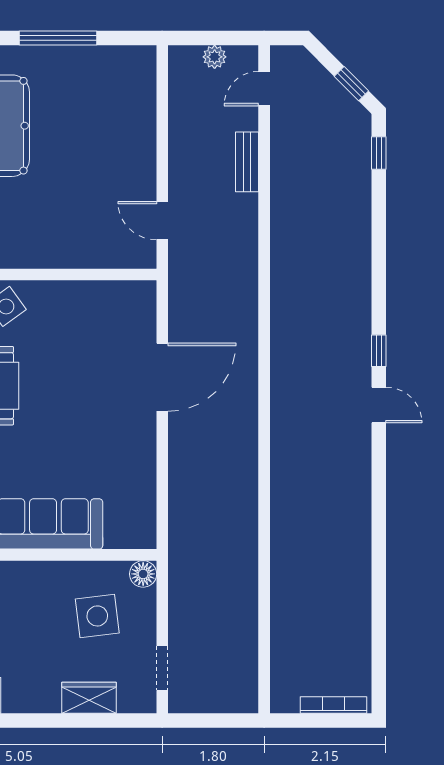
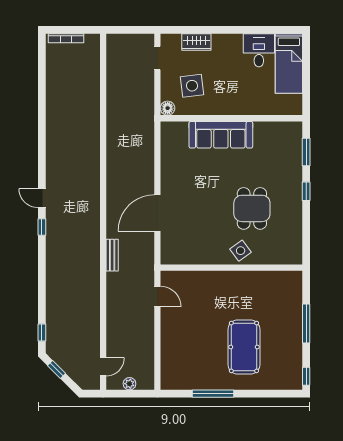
bench: (247, 162) -> (112, 255), moved

